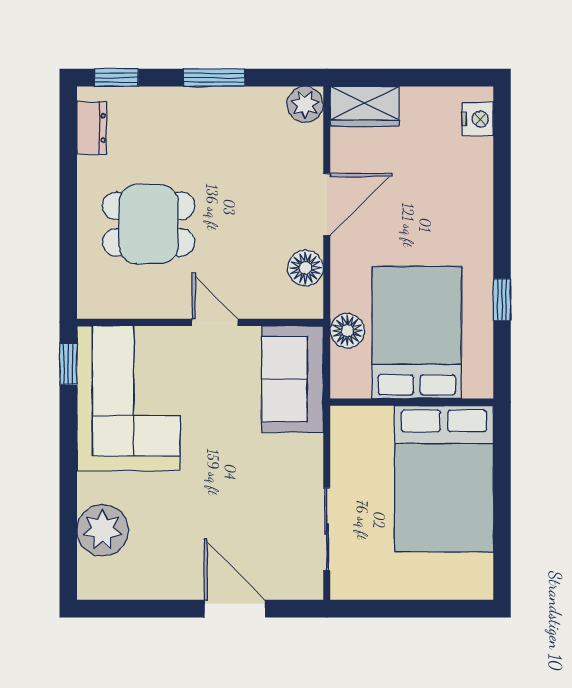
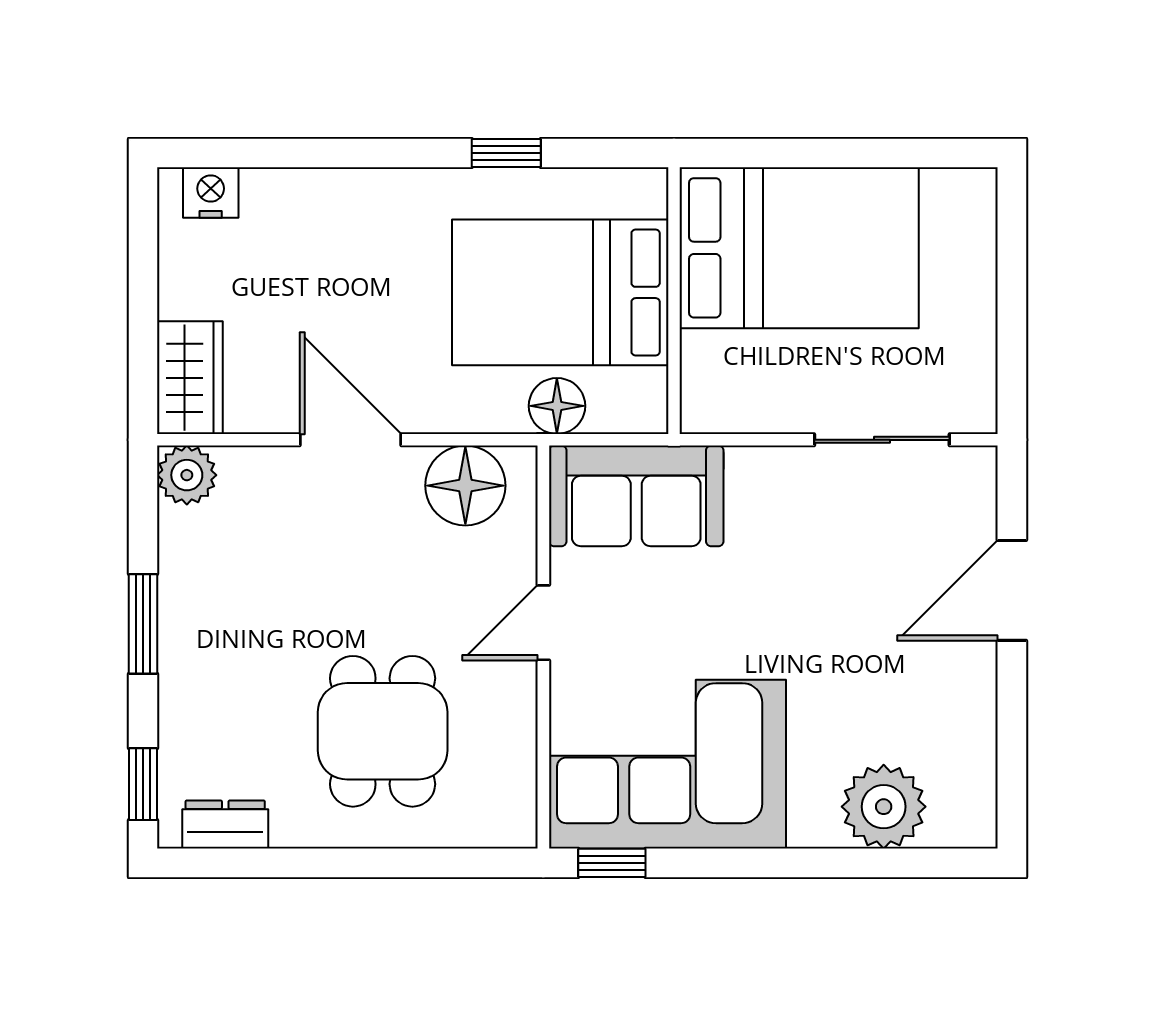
floor lamp: (305, 268) -> (465, 486), width x1.38, depth x1.38

